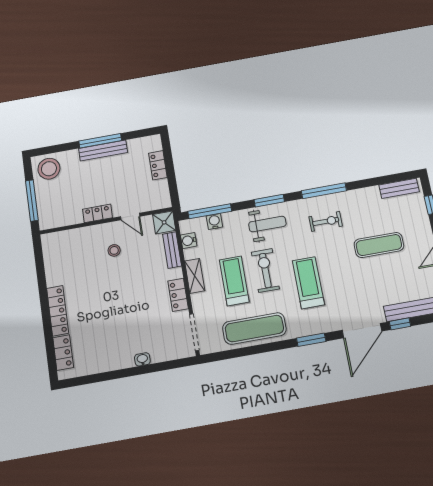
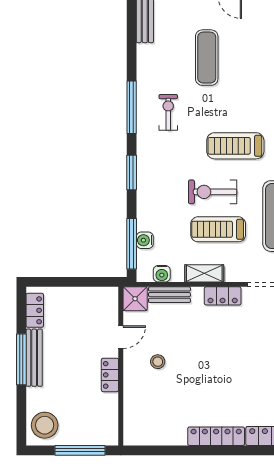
locker: (158, 165) -> (35, 310), moved, turned -90
weight bench: (267, 224) -> (159, 180), removed

